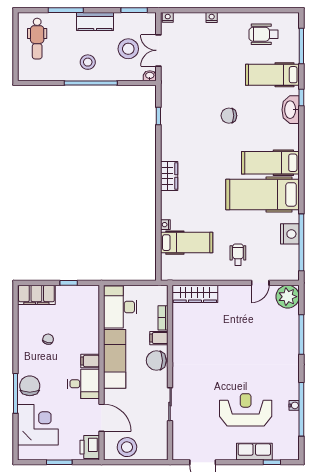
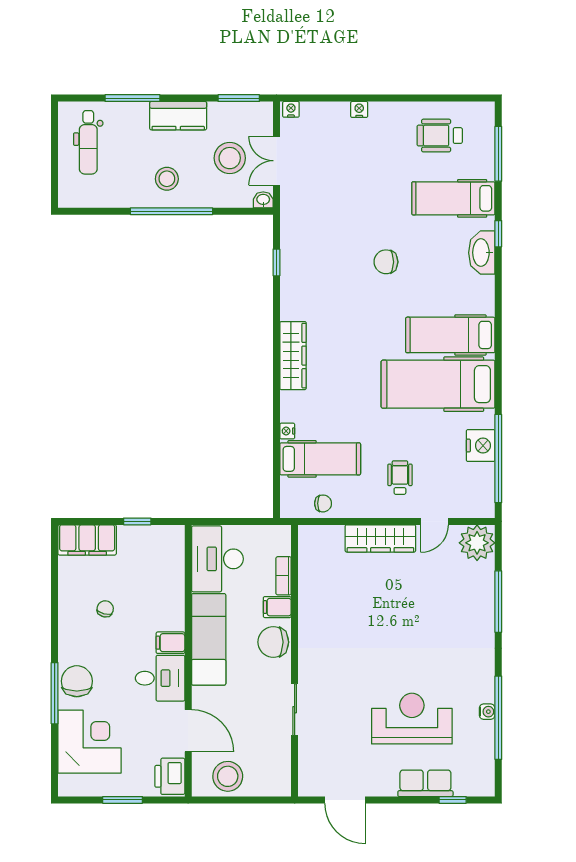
wardrobe: (169, 176) -> (293, 356), width x1.50
chair: (188, 271) -> (323, 503), added
wardrobe: (195, 294) -> (380, 538), moved

